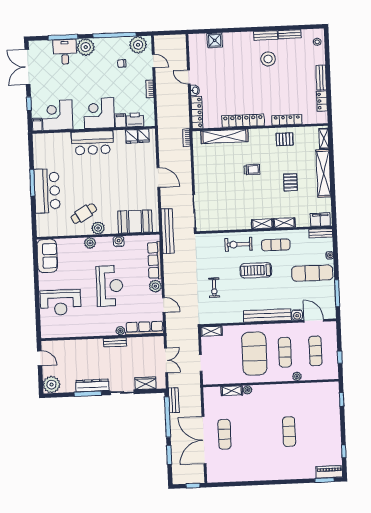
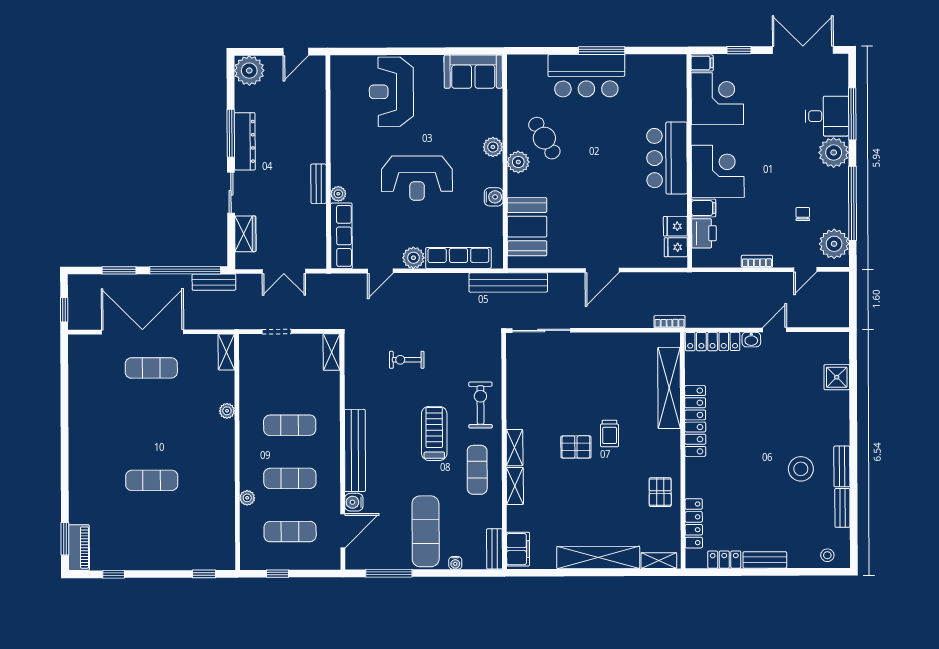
locker: (287, 120) -> (694, 523), moved
pallet: (290, 182) -> (576, 447), moved
exercise mat: (254, 354) -> (290, 425), width x0.50, depth x0.69
shelving: (232, 391) -> (226, 352), moved

